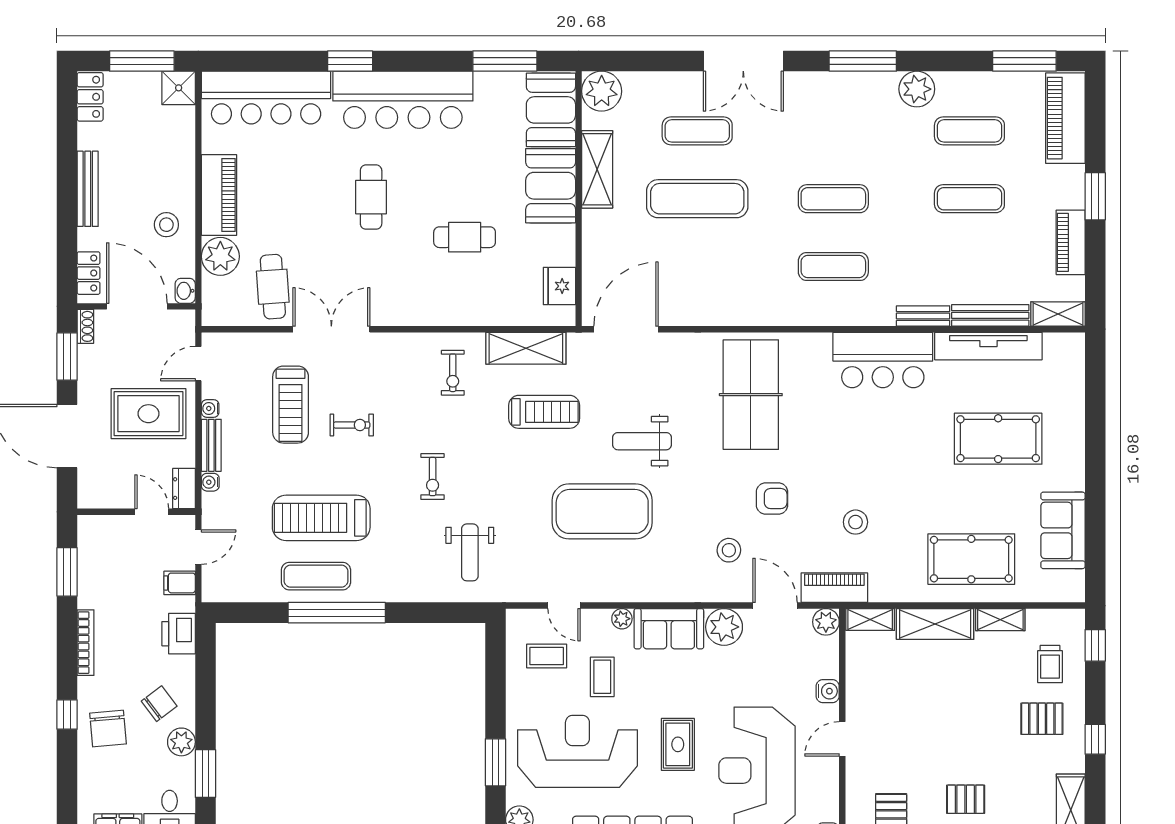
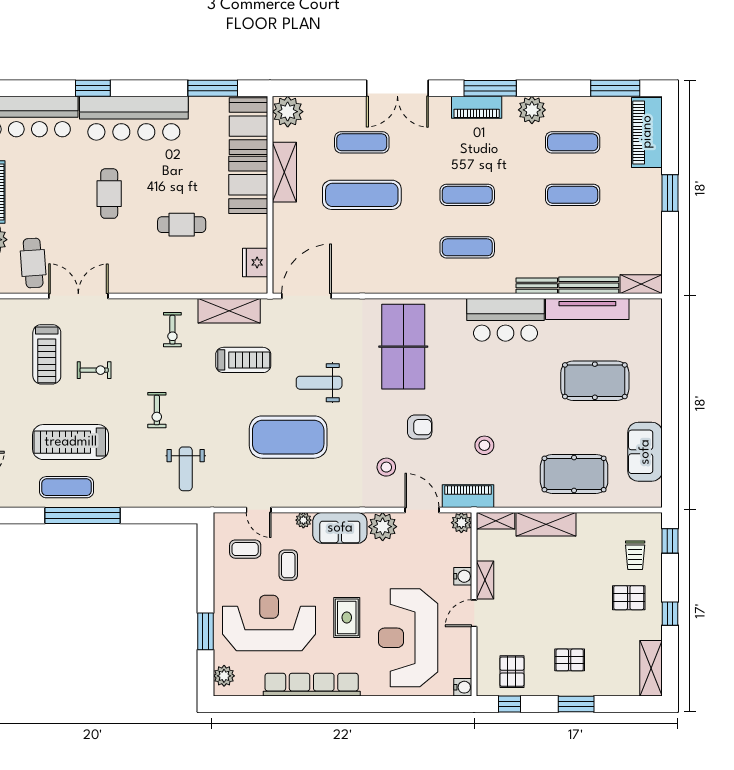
piano: (1071, 242) -> (477, 107), moved, turned -90
shelving: (1000, 620) -> (485, 580), moved, turned 90

